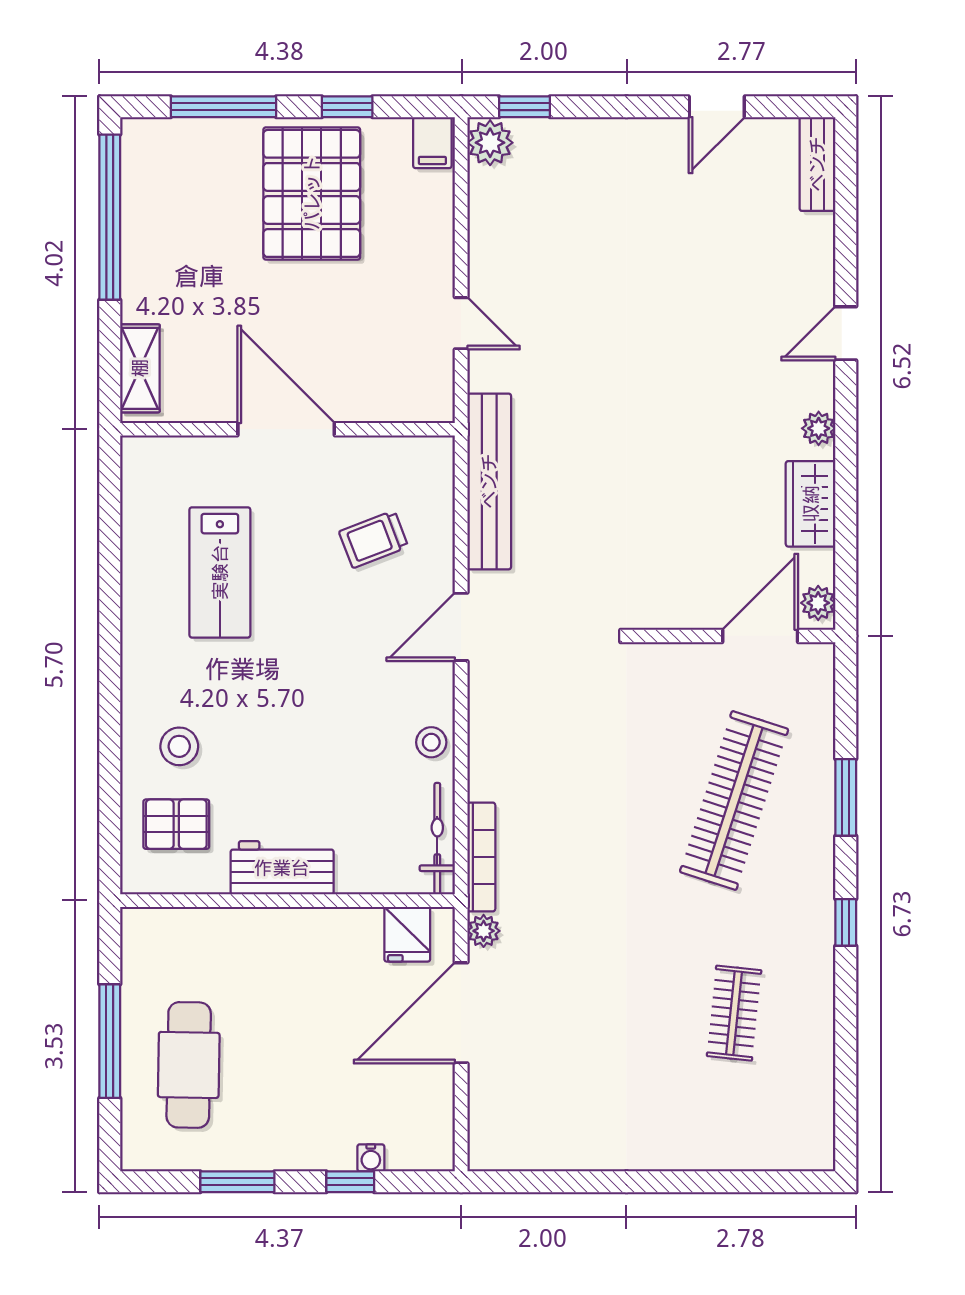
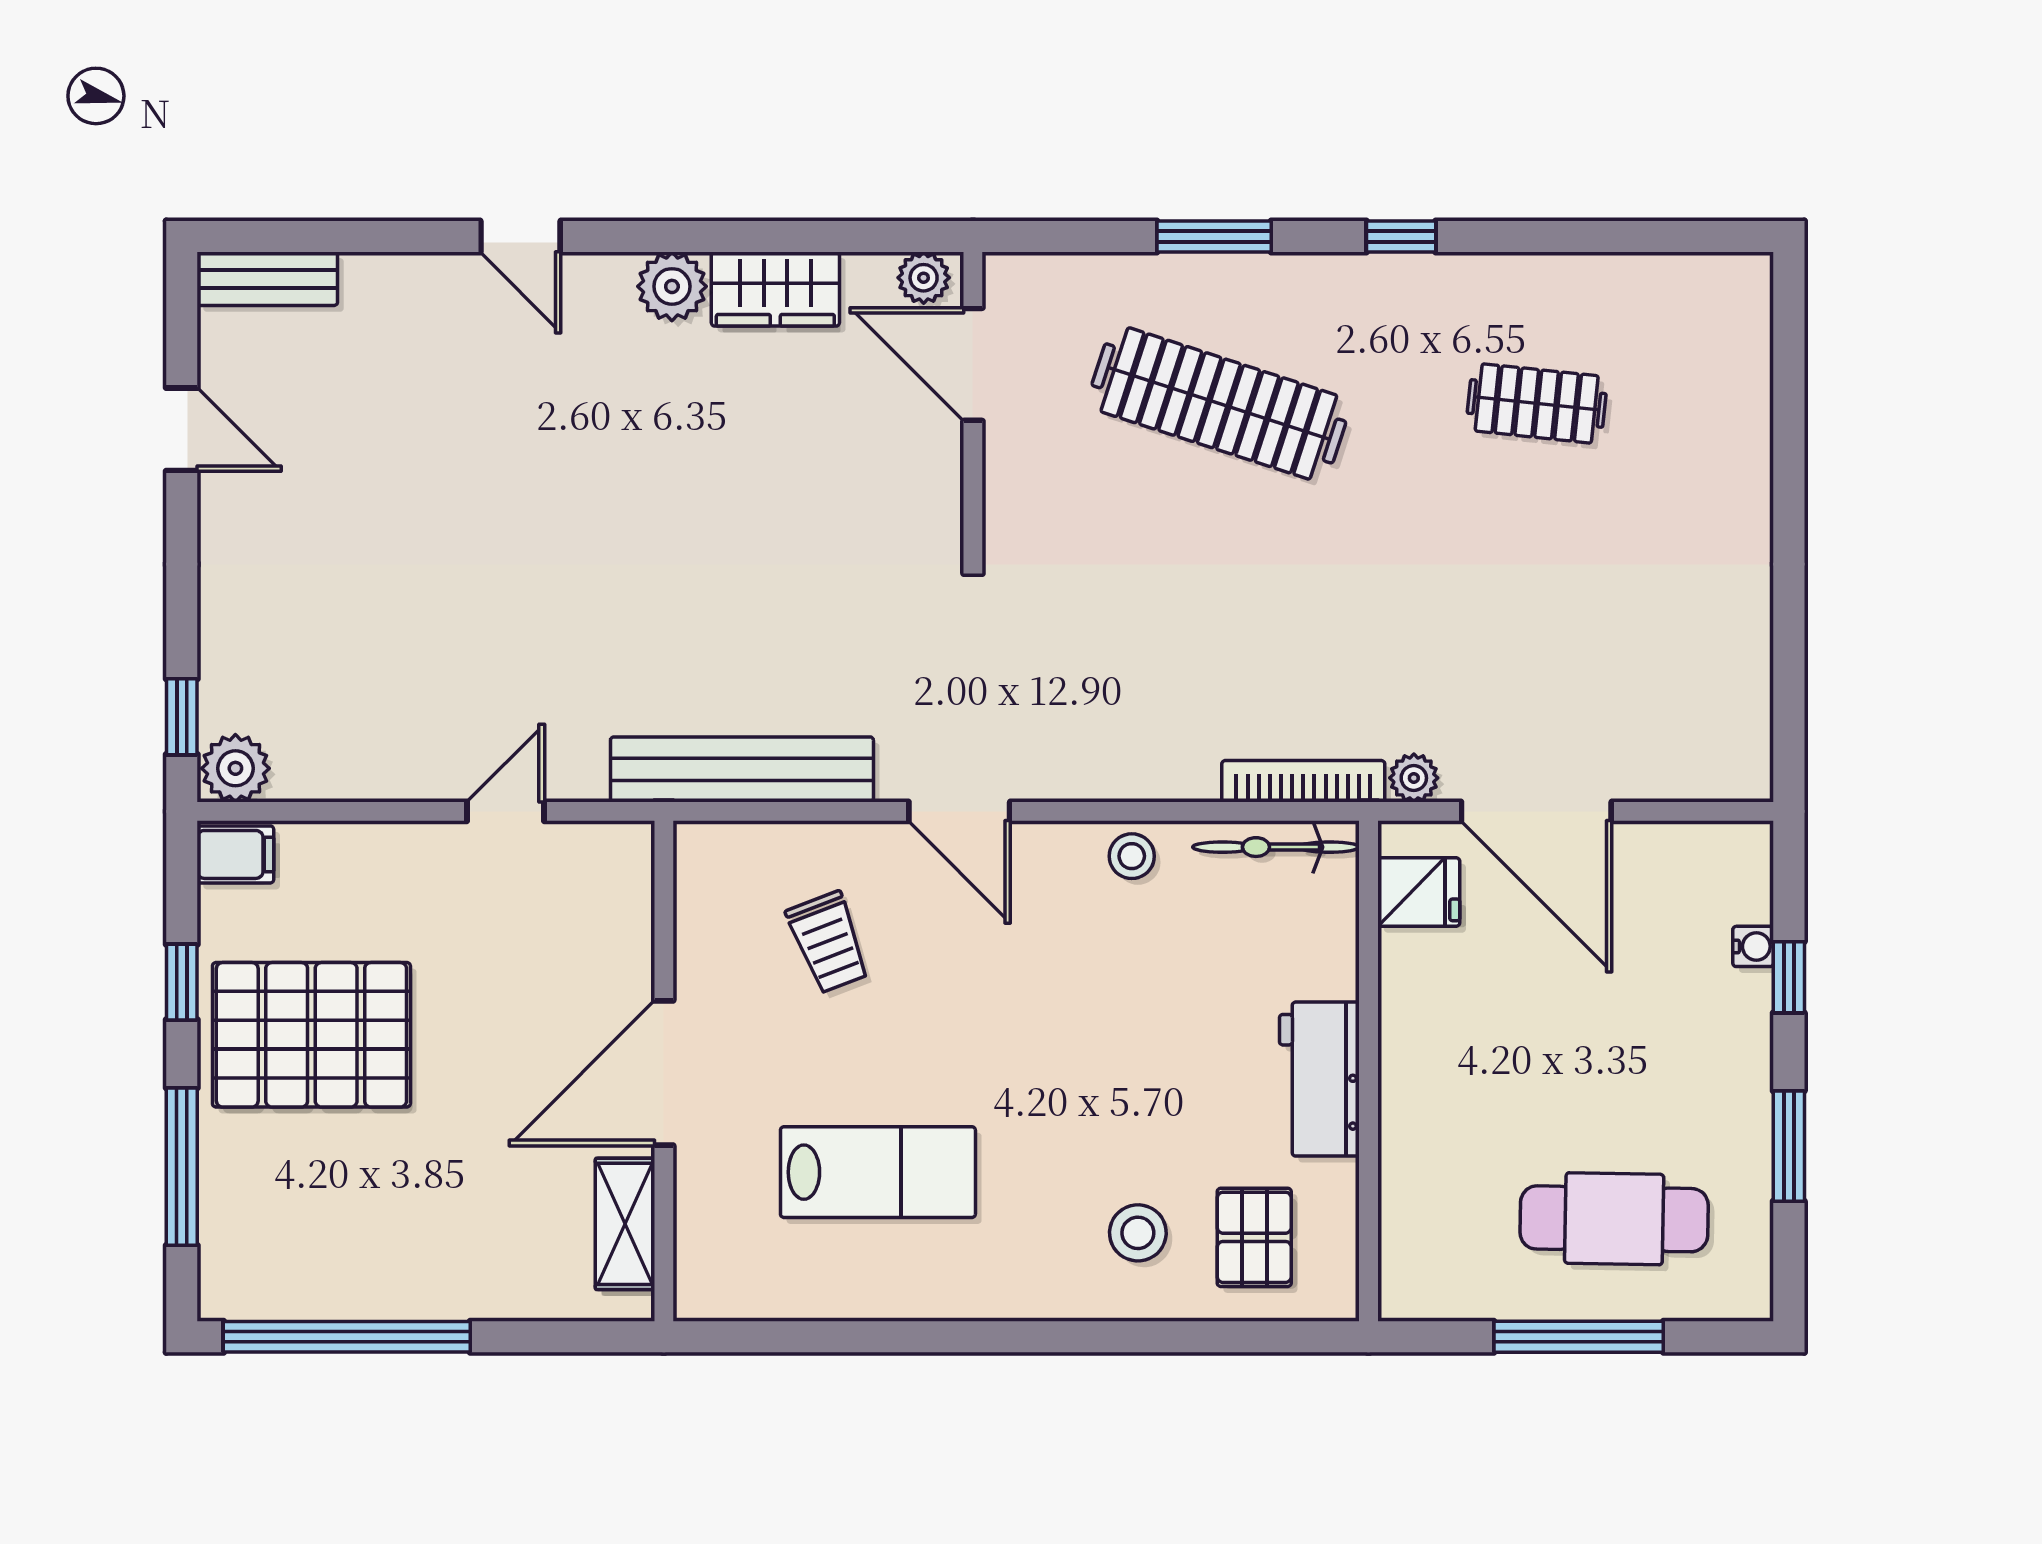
shelving: (140, 368) -> (625, 1224), moved, turned 90
plant: (819, 428) -> (672, 286), width x1.38, depth x1.38

